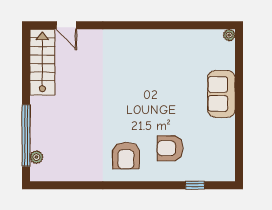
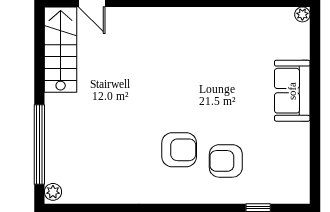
armchair: (126, 156) -> (179, 150), moved, turned -90
plant: (36, 157) -> (53, 192), moved

